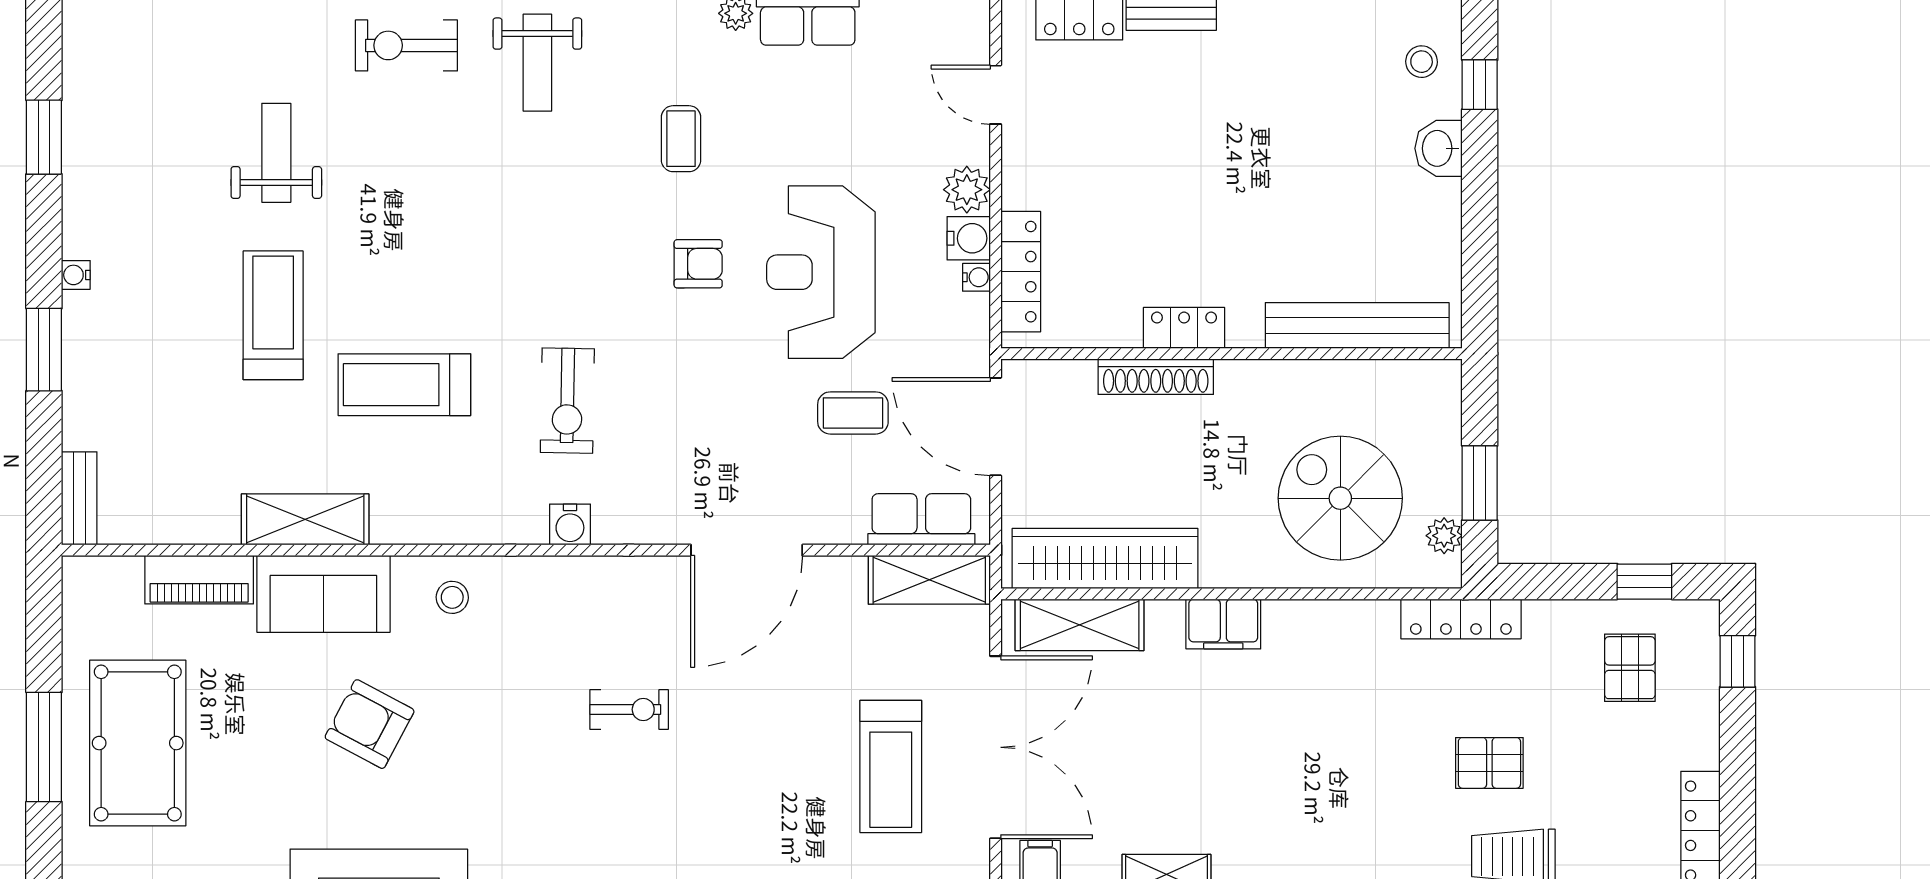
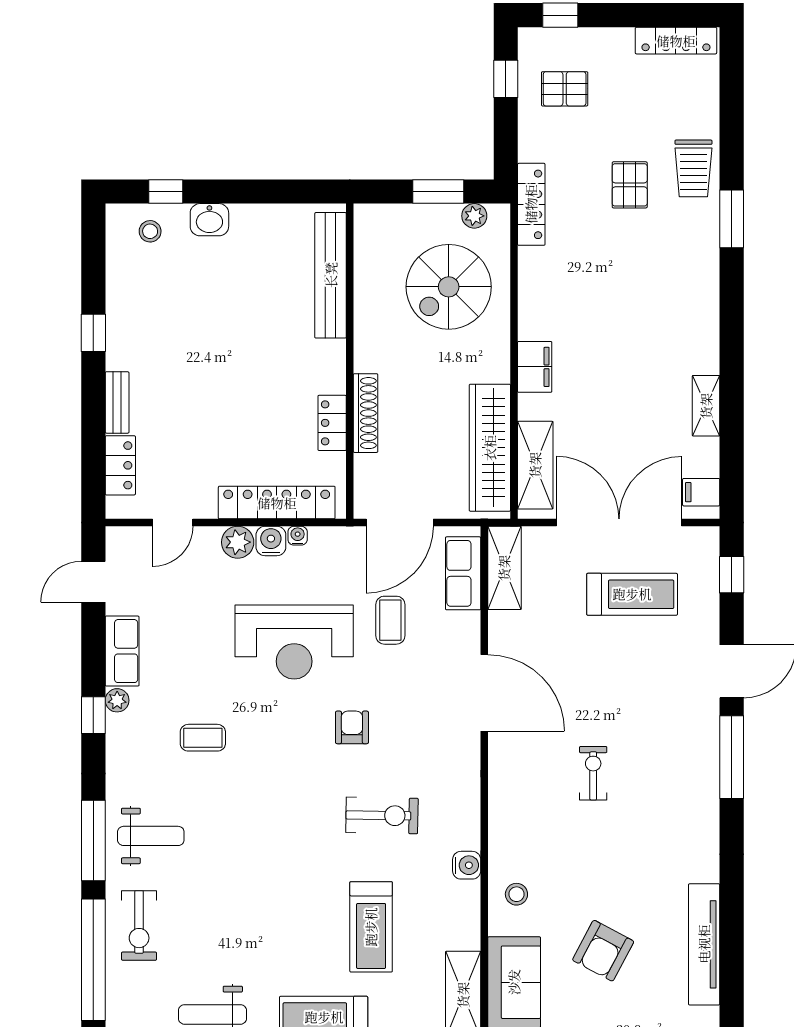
armchair: (698, 264) -> (352, 727), moved
locker: (1021, 272) -> (277, 503), width x1.41, depth x1.21
locker: (1184, 328) -> (332, 423), moved
water cooler: (570, 524) -> (467, 865), moved

